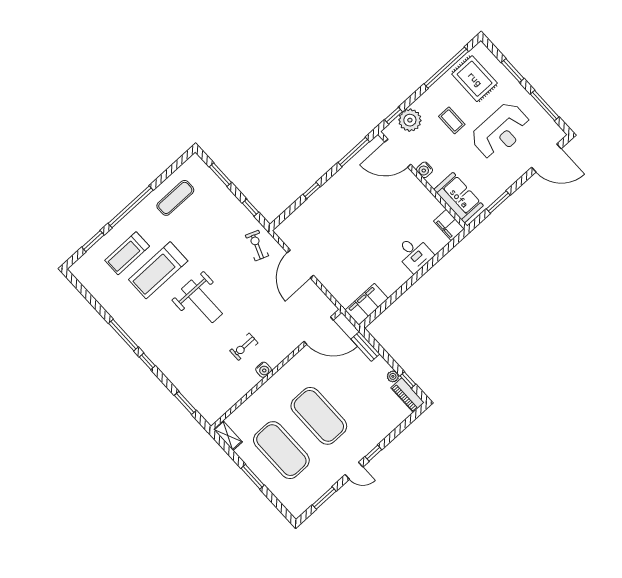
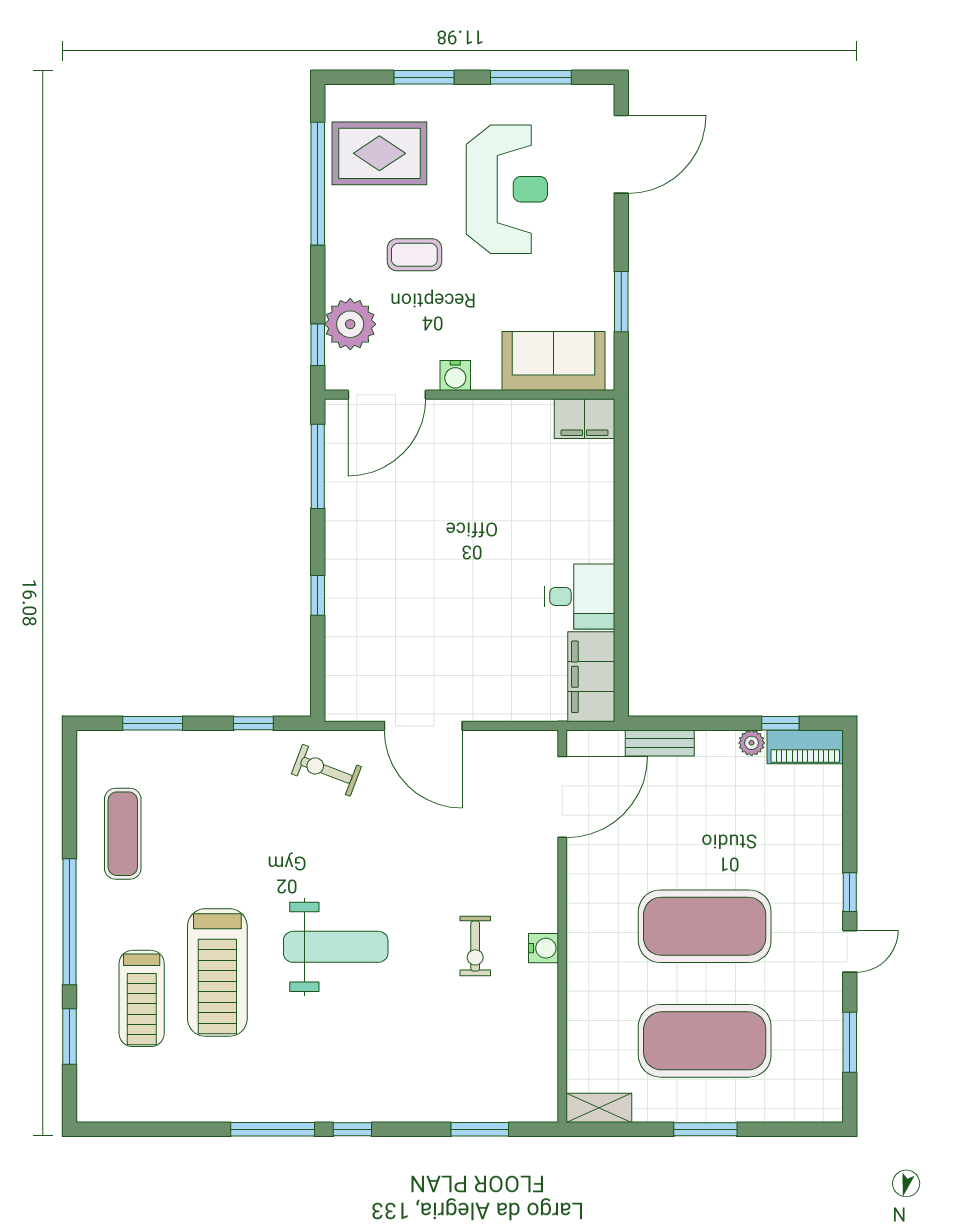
desk: (414, 254) -> (579, 596), moved

